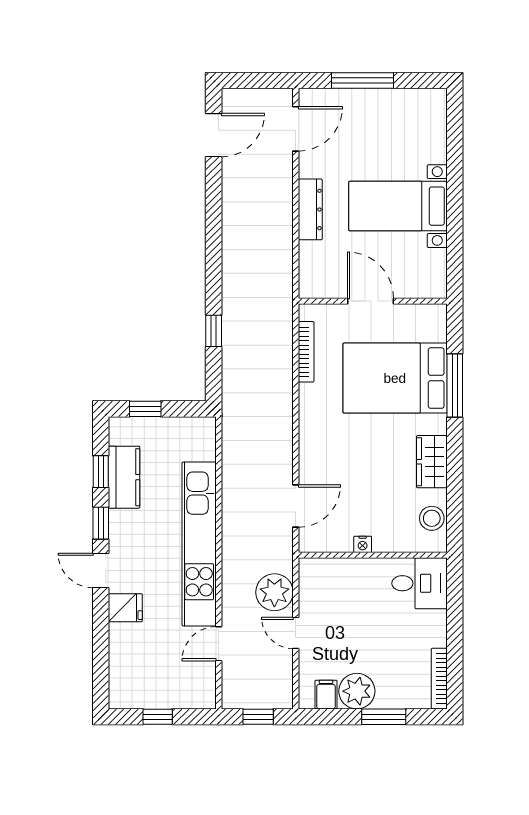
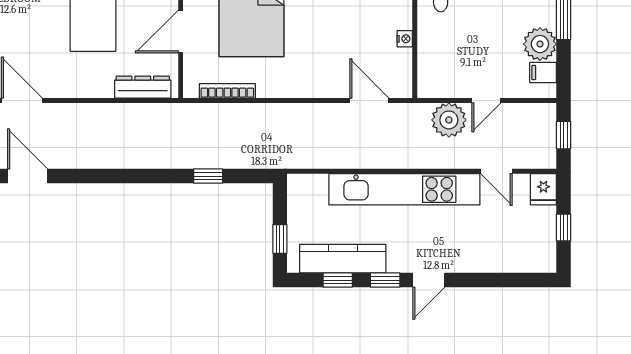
dresser: (310, 209) -> (143, 87), moved
kitchen counter: (124, 477) -> (343, 259), width x1.50
fridge: (125, 608) -> (543, 189), moved, turned 180

